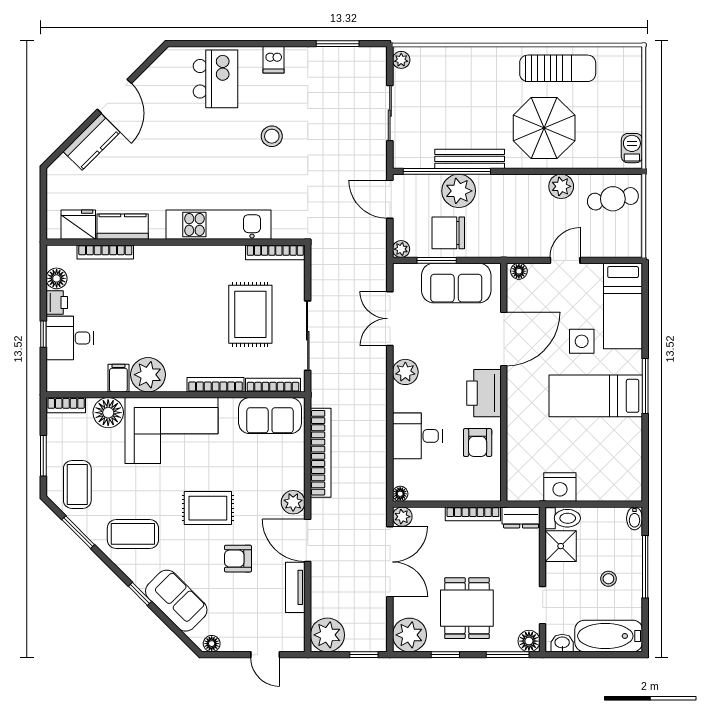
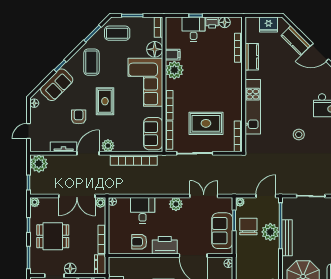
fridge: (78, 225) -> (269, 25), moved, turned 90
plant: (409, 635) -> (35, 202), width x0.53, depth x0.53
floor lamp: (529, 641) -> (70, 269), moved

